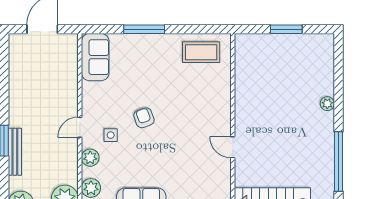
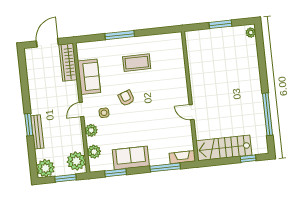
coffee table: (201, 52) -> (137, 63), moved
sofa: (95, 57) -> (89, 77), moved
wardrobe: (68, 59) -> (68, 62), added
plant: (327, 104) -> (251, 33), moved

